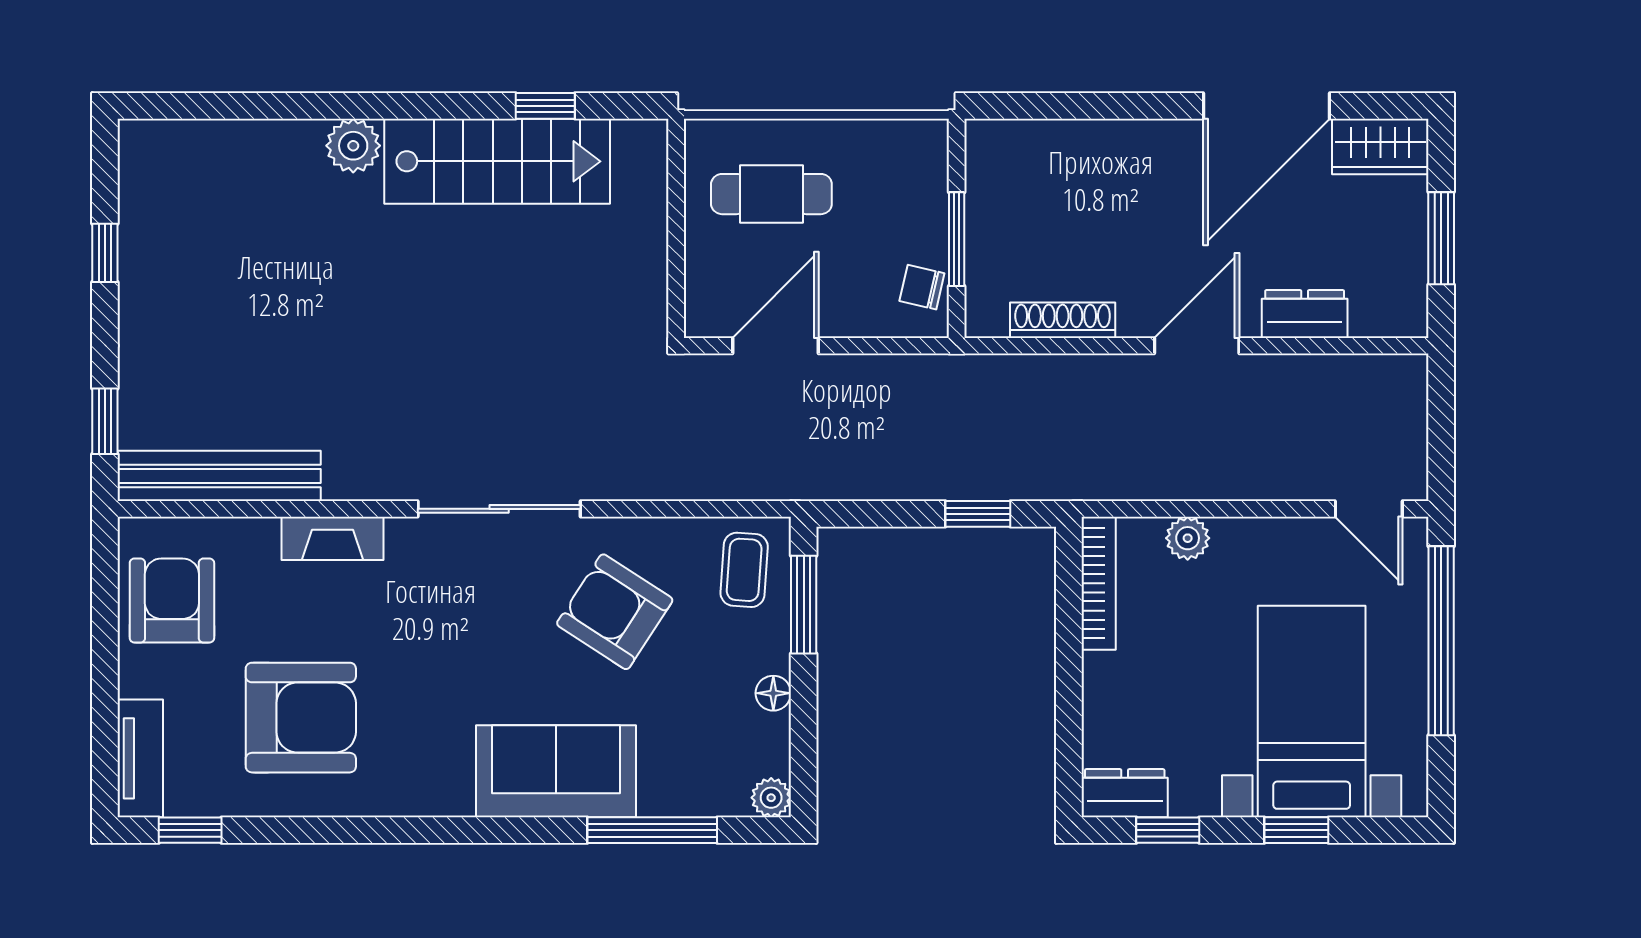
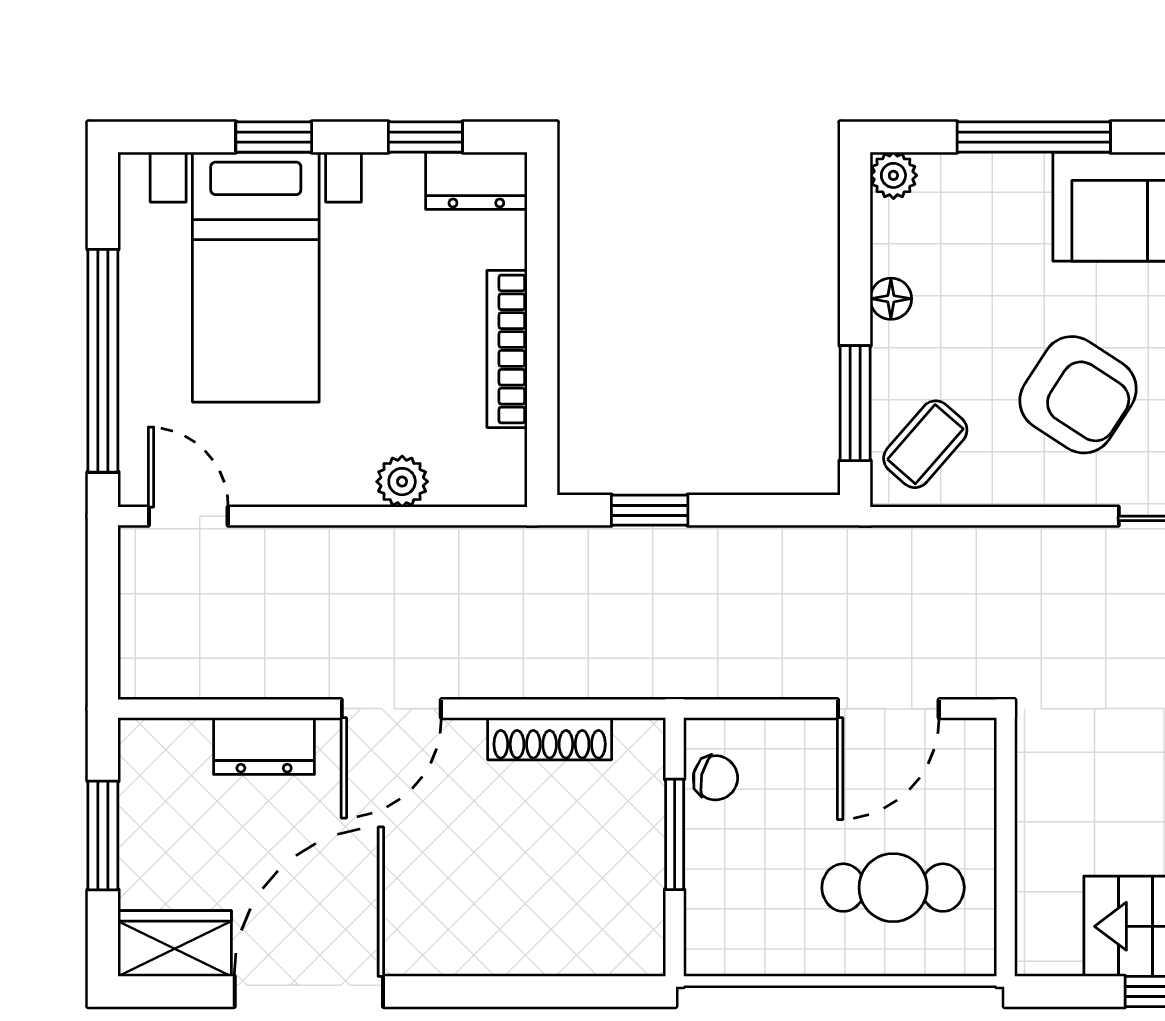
coffee table: (744, 570) -> (925, 444), turned 37
bookcase: (1099, 583) -> (507, 349), moved

